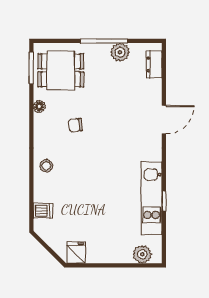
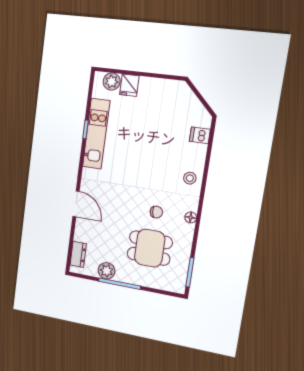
dining table: (61, 70) -> (150, 248), moved
floor lamp: (39, 106) -> (191, 217), moved
door: (164, 120) -> (76, 204), swing flipped
fridge: (76, 253) -> (129, 85), moved

